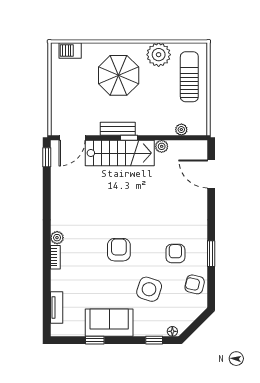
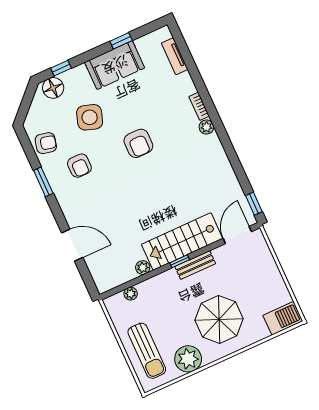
barbecue: (70, 50) -> (283, 318), width x1.38, depth x1.27
door: (211, 174) -> (72, 245), moved
floor lamp: (172, 331) -> (53, 88), width x1.89, depth x1.89

